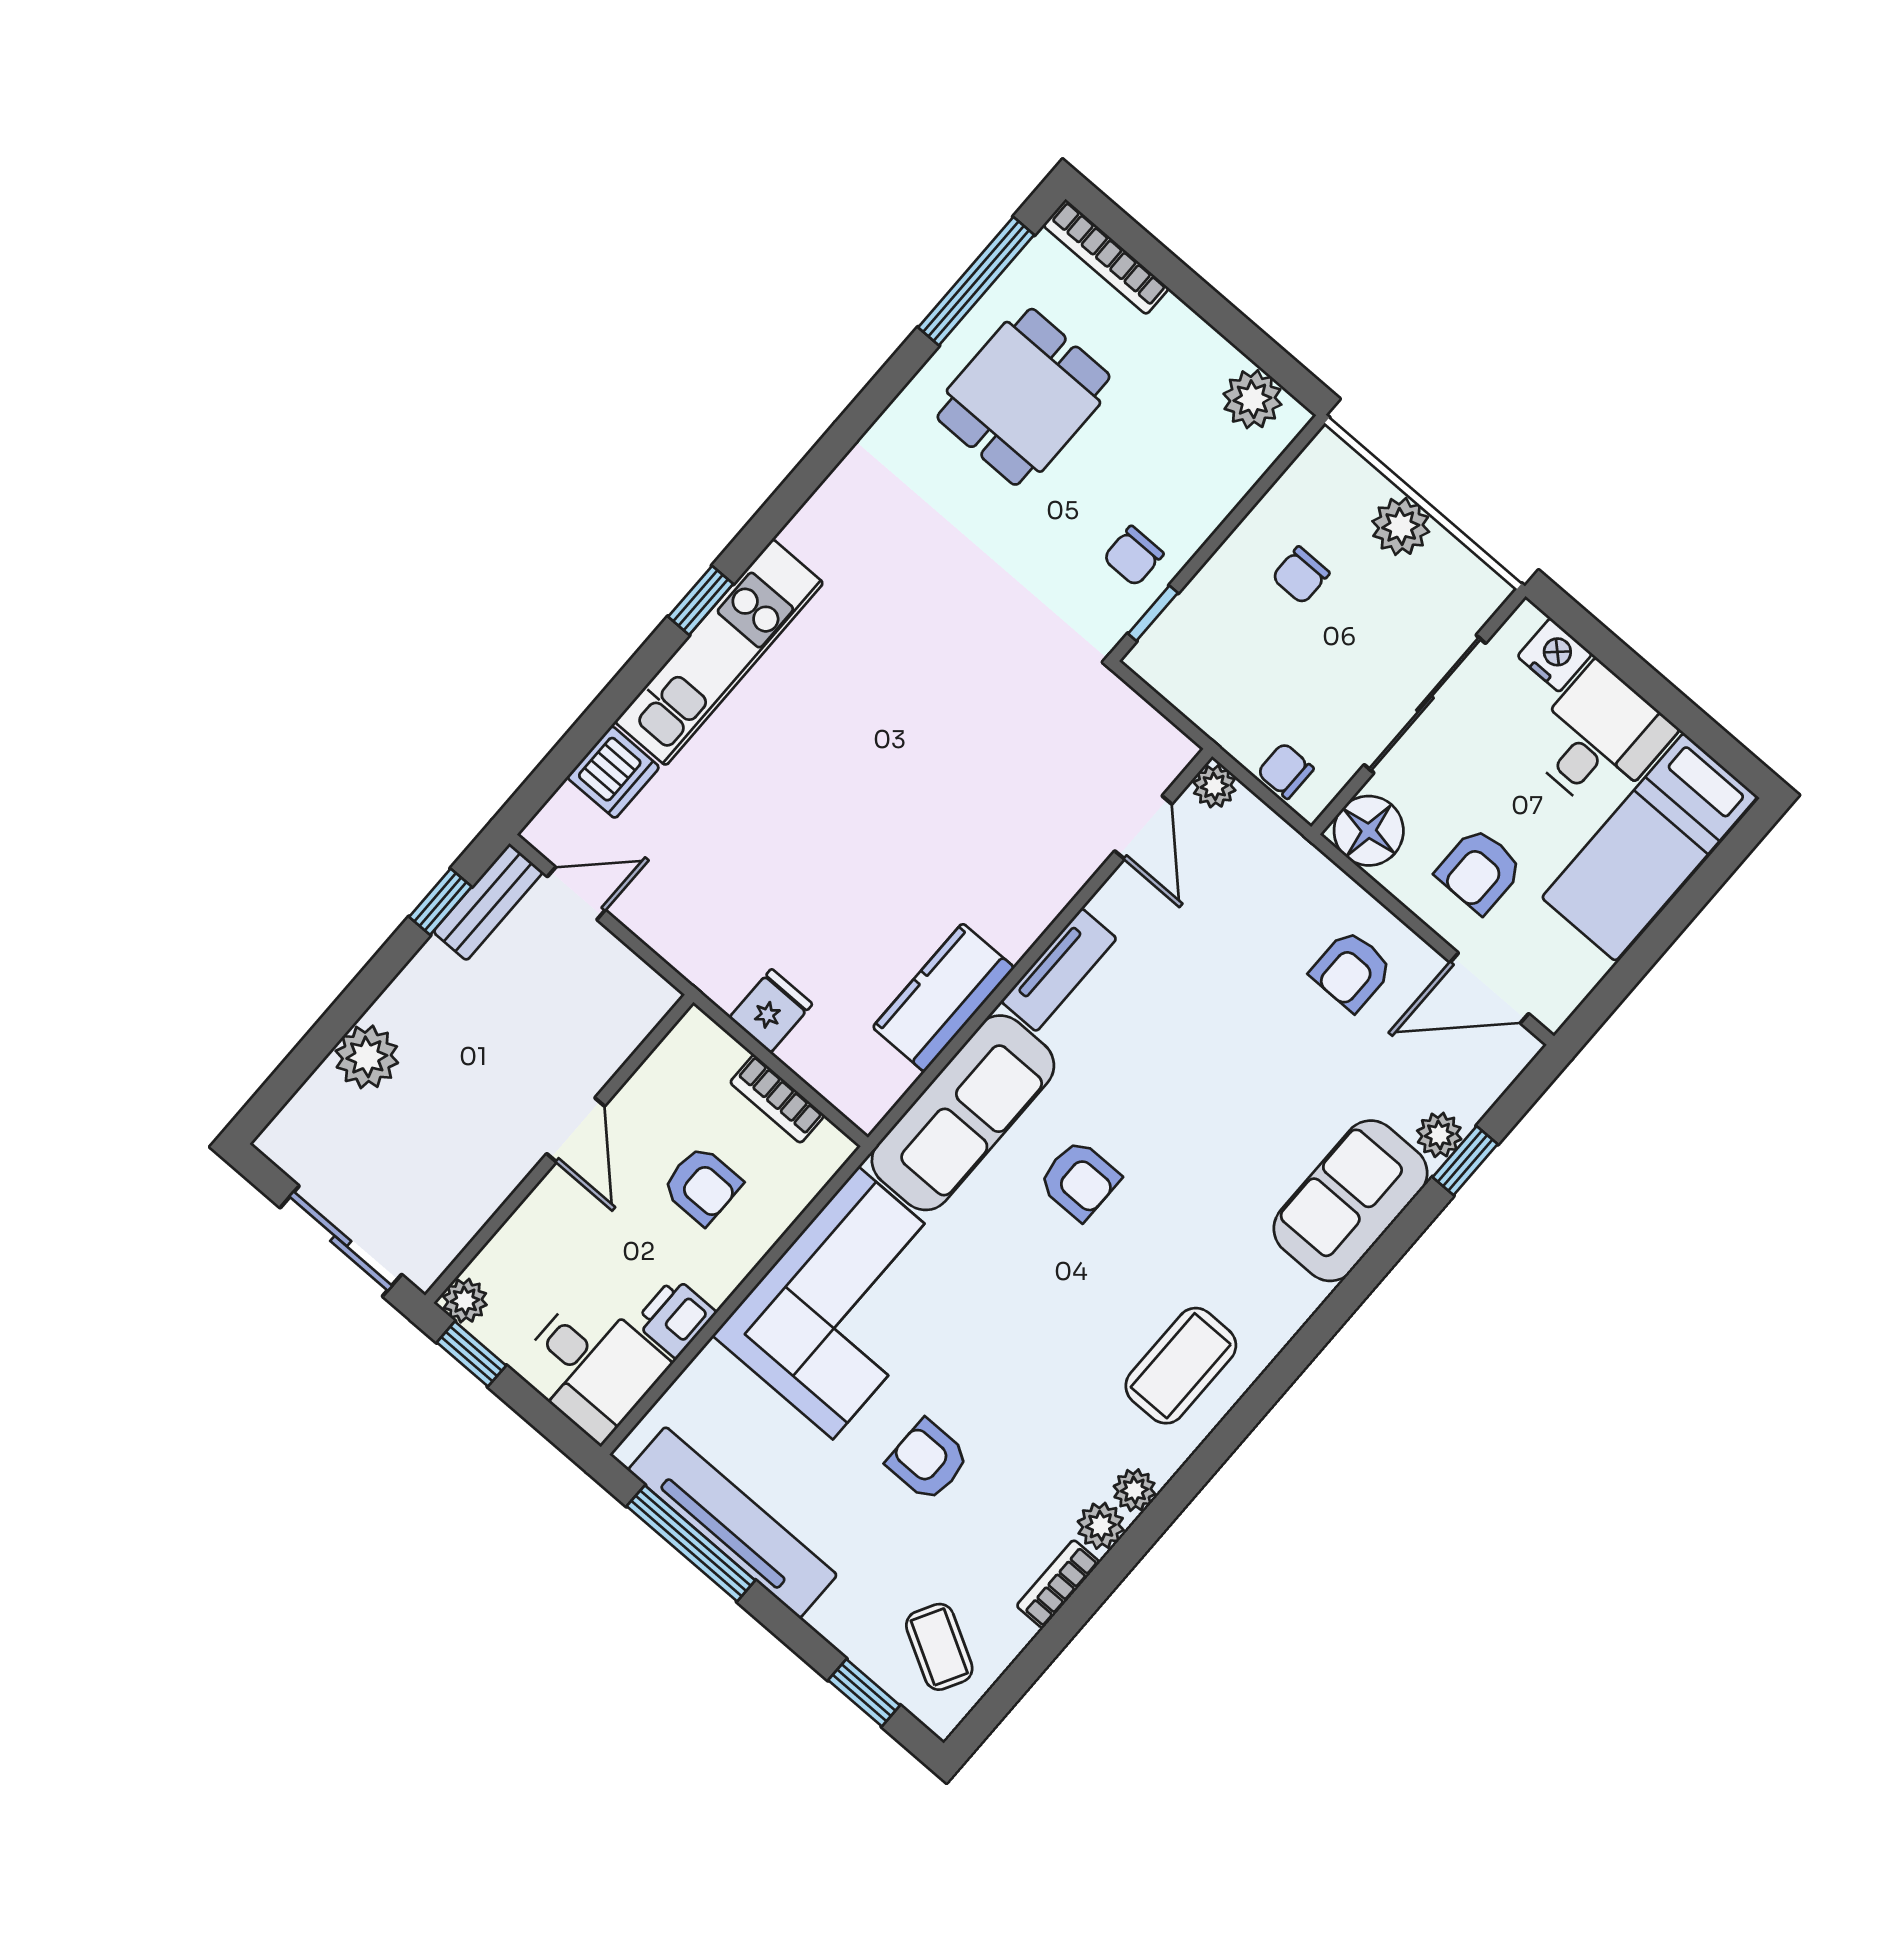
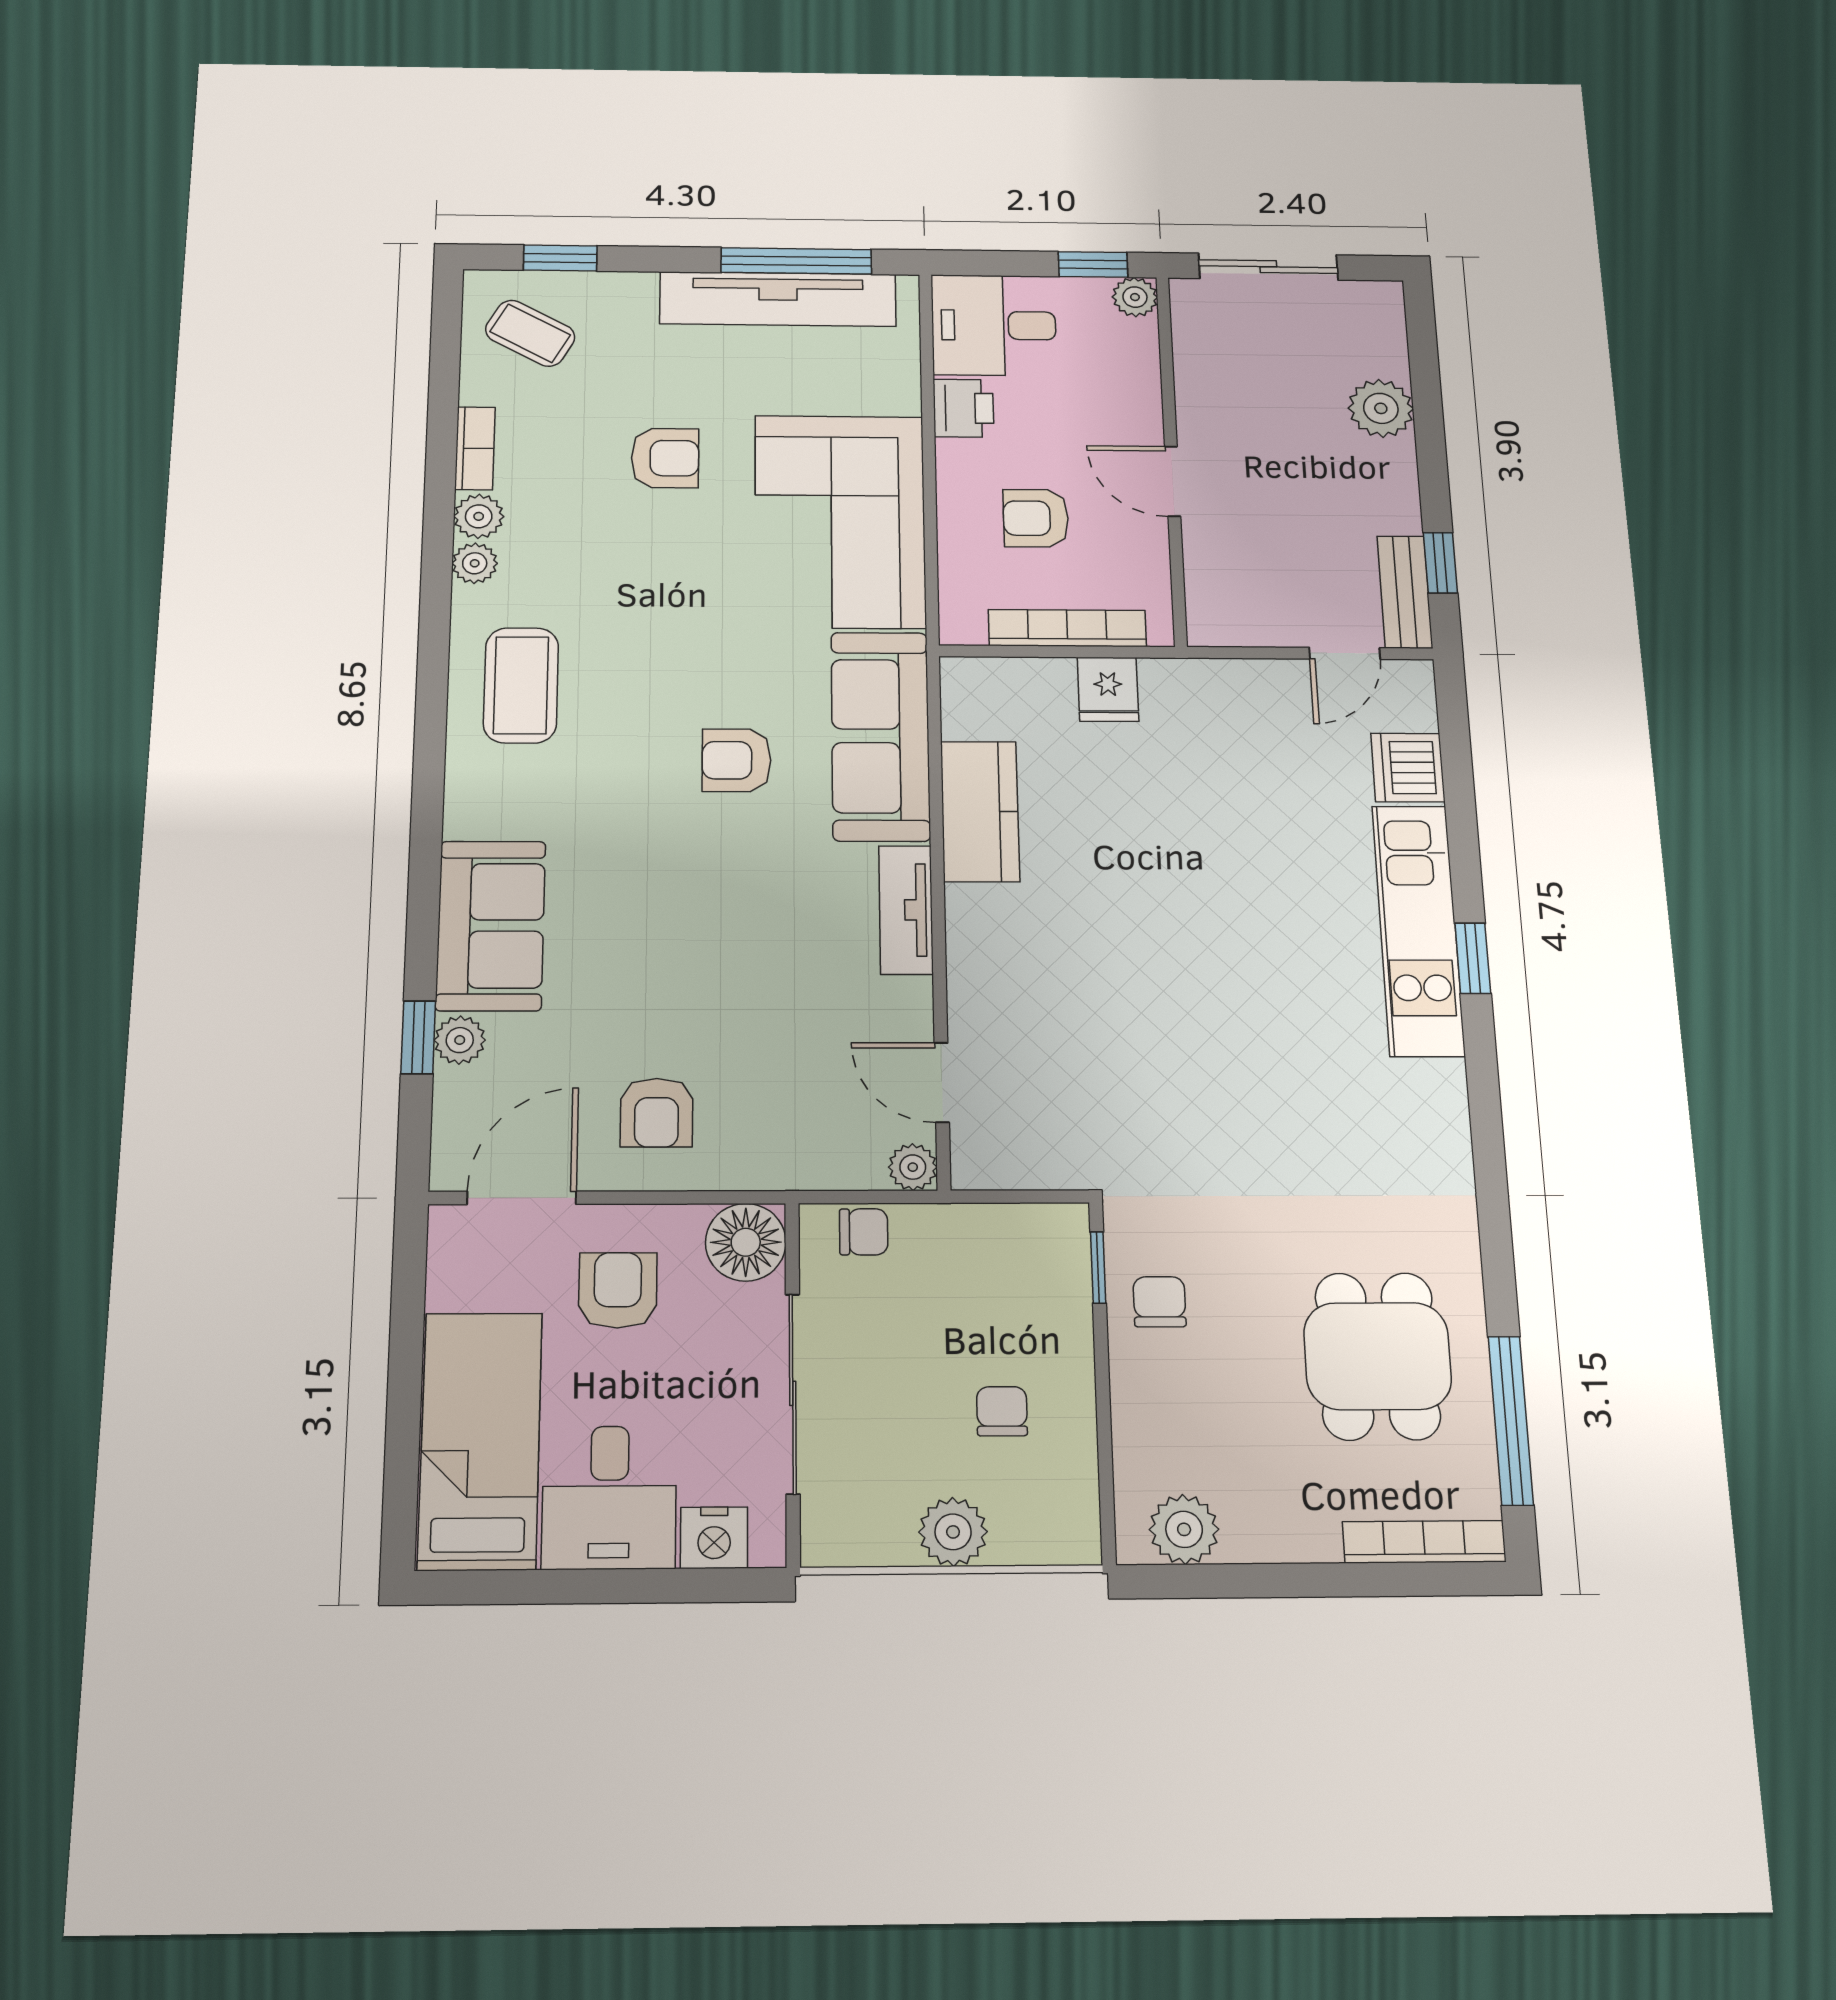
armchair: (1351, 971) -> (657, 1113), turned 180
bookcase: (777, 1099) -> (1067, 628), width x1.56

